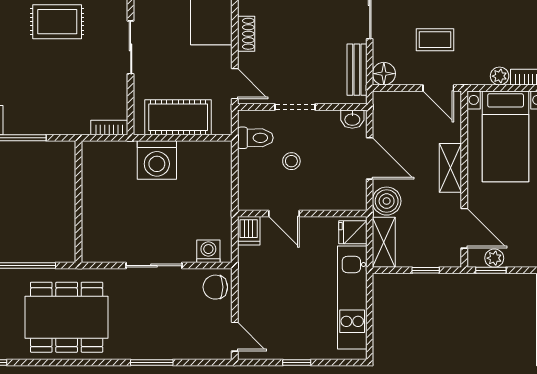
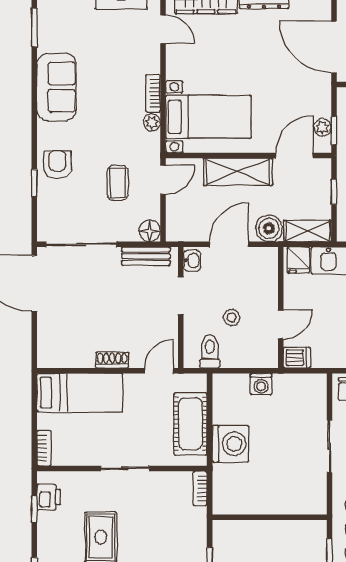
doorway: (295, 107) -> (181, 296), moved
shelving: (450, 168) -> (238, 172), width x1.50, depth x1.33
washing machine: (208, 251) -> (261, 384), moved, turned -90

